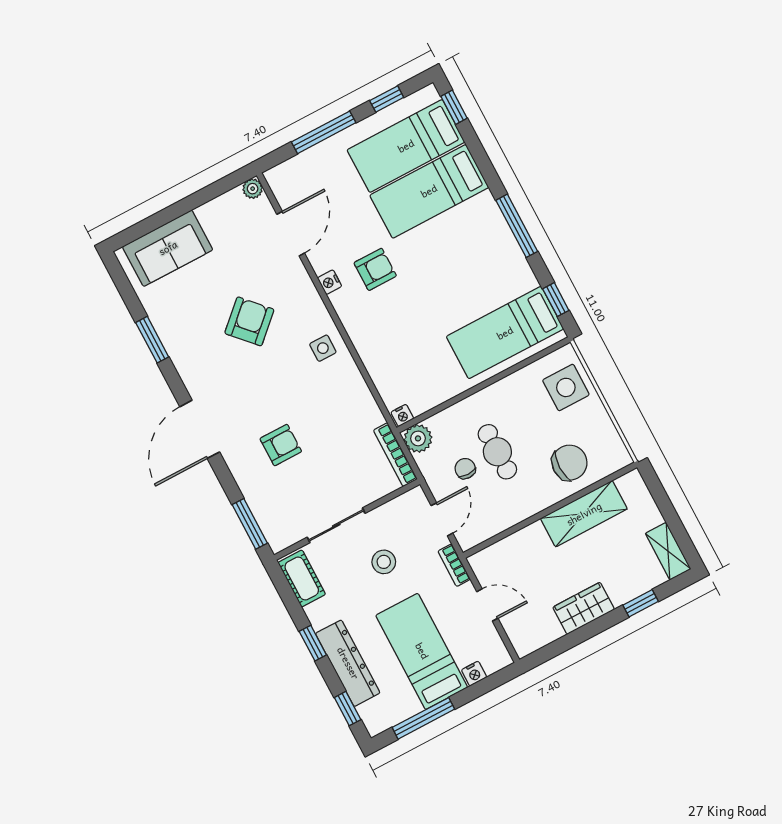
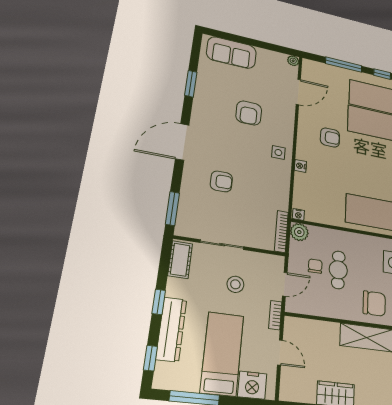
nightstand: (330, 282) -> (300, 166), moved
armchair: (249, 321) -> (249, 113), turned 133
nightstand: (474, 674) -> (252, 385), width x1.89, depth x1.79

